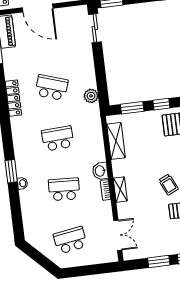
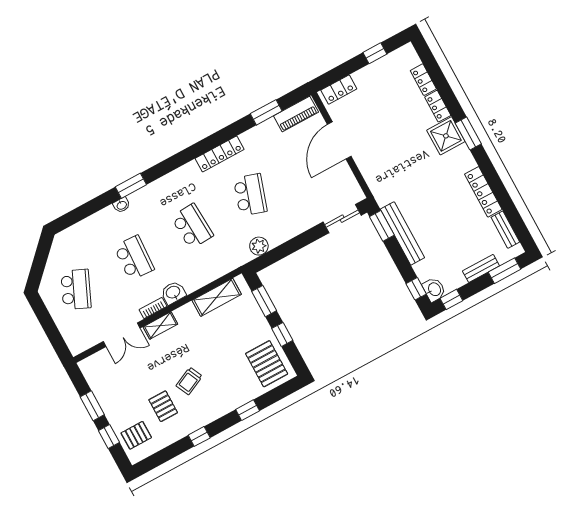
double door: (118, 235) -> (122, 335), moved
school desk: (70, 240) -> (76, 289), turned 33

